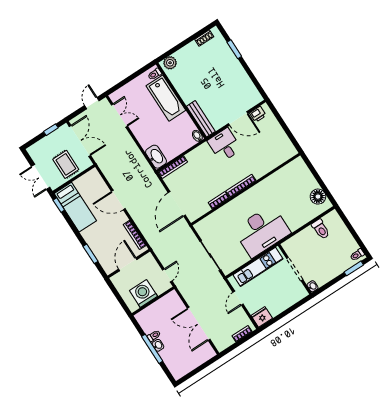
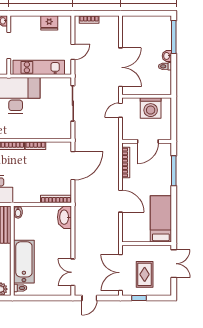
rug: (66, 164) -> (145, 274), moved
window: (59, 205) -> (174, 230), removed
window: (91, 254) -> (174, 171), width x1.44
fridge: (262, 317) -> (49, 23), moved
double door: (199, 324) -> (120, 67), moved
window: (152, 349) -> (174, 37), moved

